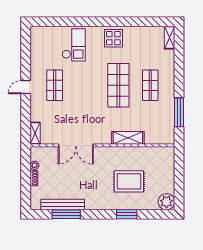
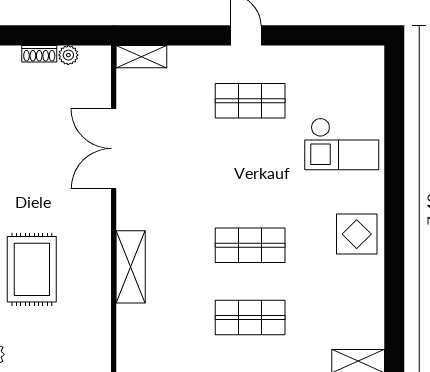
shop shelf: (118, 85) -> (250, 245), width x0.70, depth x0.74

